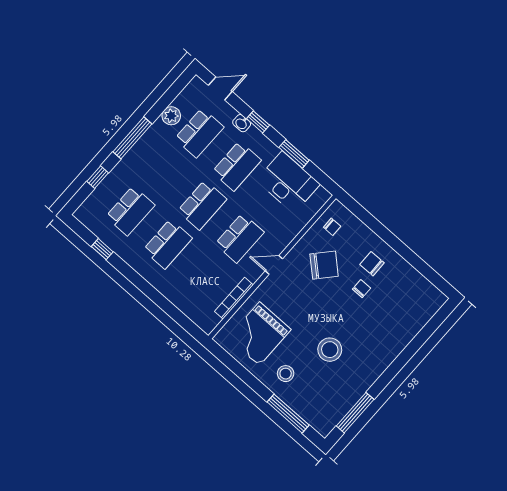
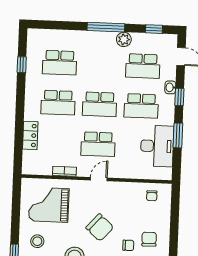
plant: (171, 116) -> (124, 39), moved
window: (98, 177) -> (154, 29), moved
door: (274, 265) -> (99, 179), hinge flipped
chair: (324, 265) -> (100, 228), moved
locker: (178, 297) -> (30, 135), added
bookcase: (234, 298) -> (64, 171), width x0.64

